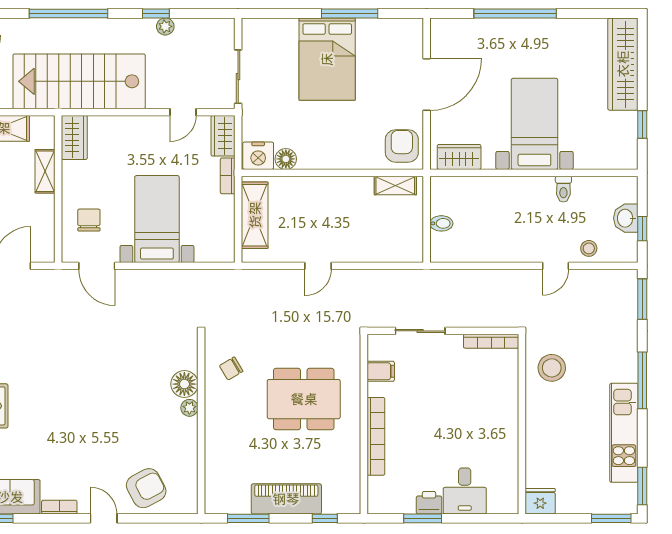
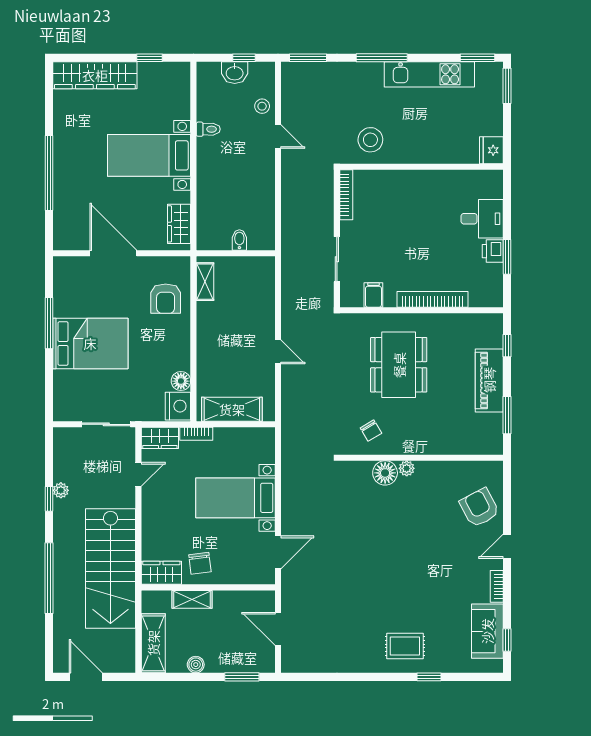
door: (183, 112) -> (138, 474), hinge flipped
armchair: (402, 146) -> (166, 299), moved, turned -90
chair: (89, 220) -> (200, 563), moved, turned -97

